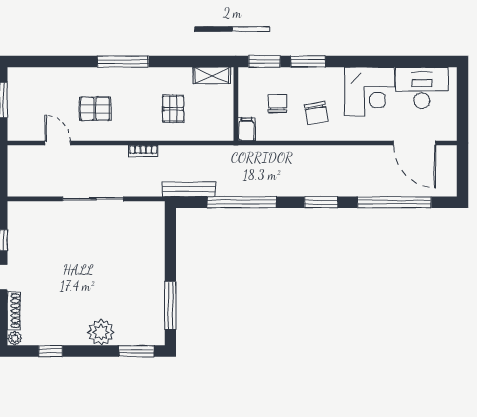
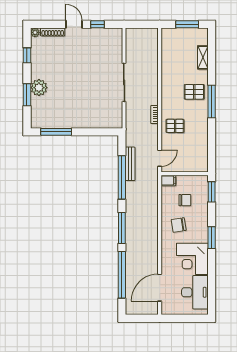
window: (308, 61) -> (212, 238), moved
shelving: (212, 75) -> (203, 57), moved
pallet: (95, 109) -> (194, 92), moved, turned 90
pallet: (173, 109) -> (175, 126), moved
door: (58, 143) -> (160, 158), moved
bench: (189, 189) -> (130, 164), moved
window: (321, 202) -> (122, 228), width x1.44
window: (137, 351) -> (27, 95), moved

